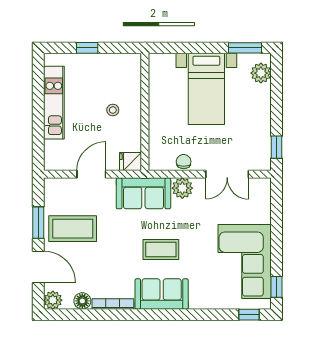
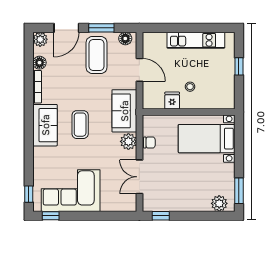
bed with nightstands: (206, 89) -> (207, 139), moved
fridge: (130, 161) -> (172, 101), moved
floor lamp: (52, 192) -> (125, 39), added

